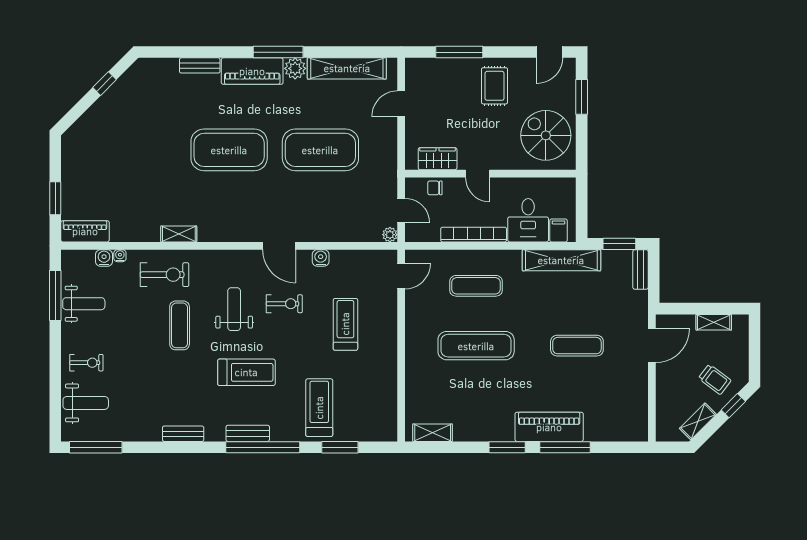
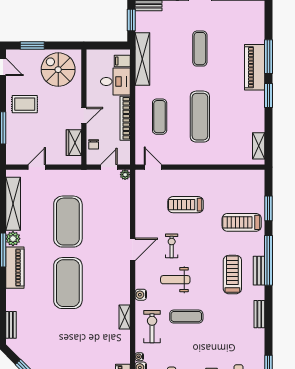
bench: (200, 65) -> (11, 325), moved
door: (401, 104) -> (37, 167), swing flipped
spiral stairs: (546, 135) -> (58, 70), turned 90
water cooler: (321, 258) -> (141, 295), moved
treadmill: (246, 372) -> (232, 275), moved

